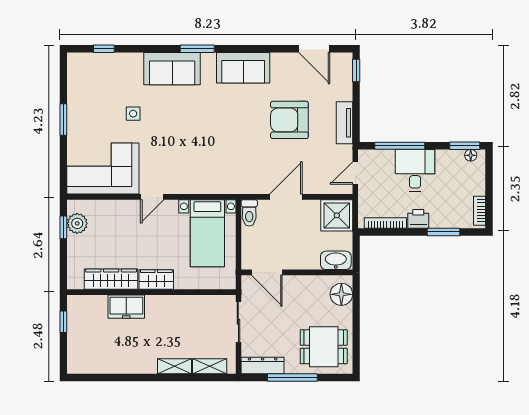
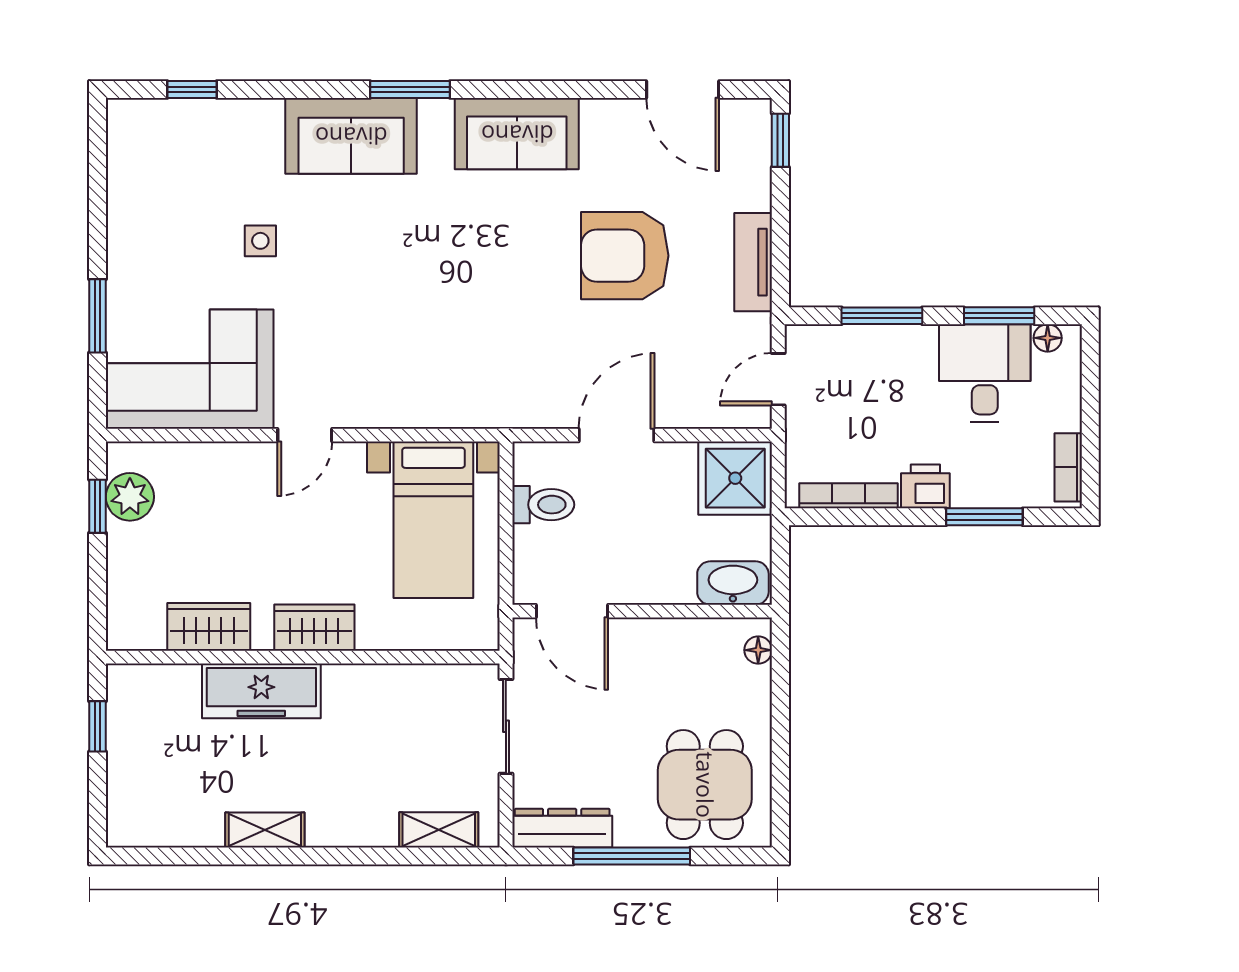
window: (63, 119) -> (98, 316), moved
window: (400, 146) -> (882, 316), width x0.69
window: (465, 146) -> (999, 316), moved
desk: (415, 170) -> (985, 373), moved
toilet: (249, 213) -> (543, 505), moved, turned -90
wardrobe: (111, 279) -> (209, 627), width x0.67
floor lamp: (341, 294) -> (758, 650), width x0.53, depth x0.53
freezer: (126, 307) -> (261, 691), width x1.40
dining table: (324, 347) -> (705, 785), turned 90
shelving: (174, 366) -> (265, 830), moved

